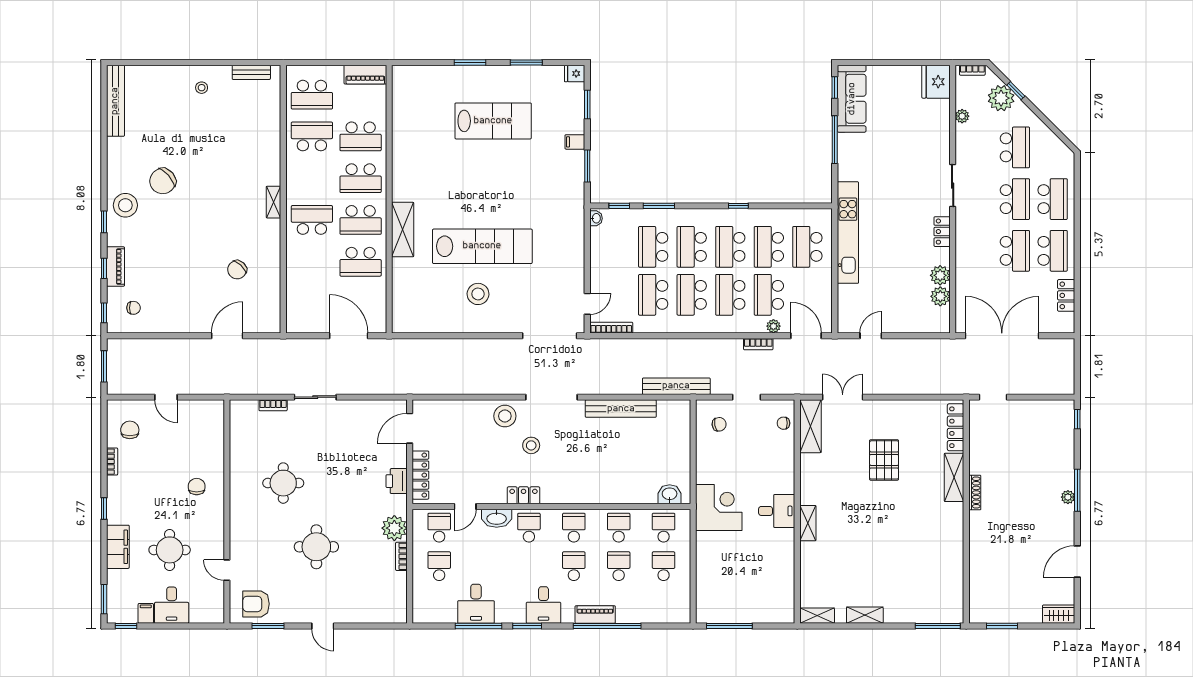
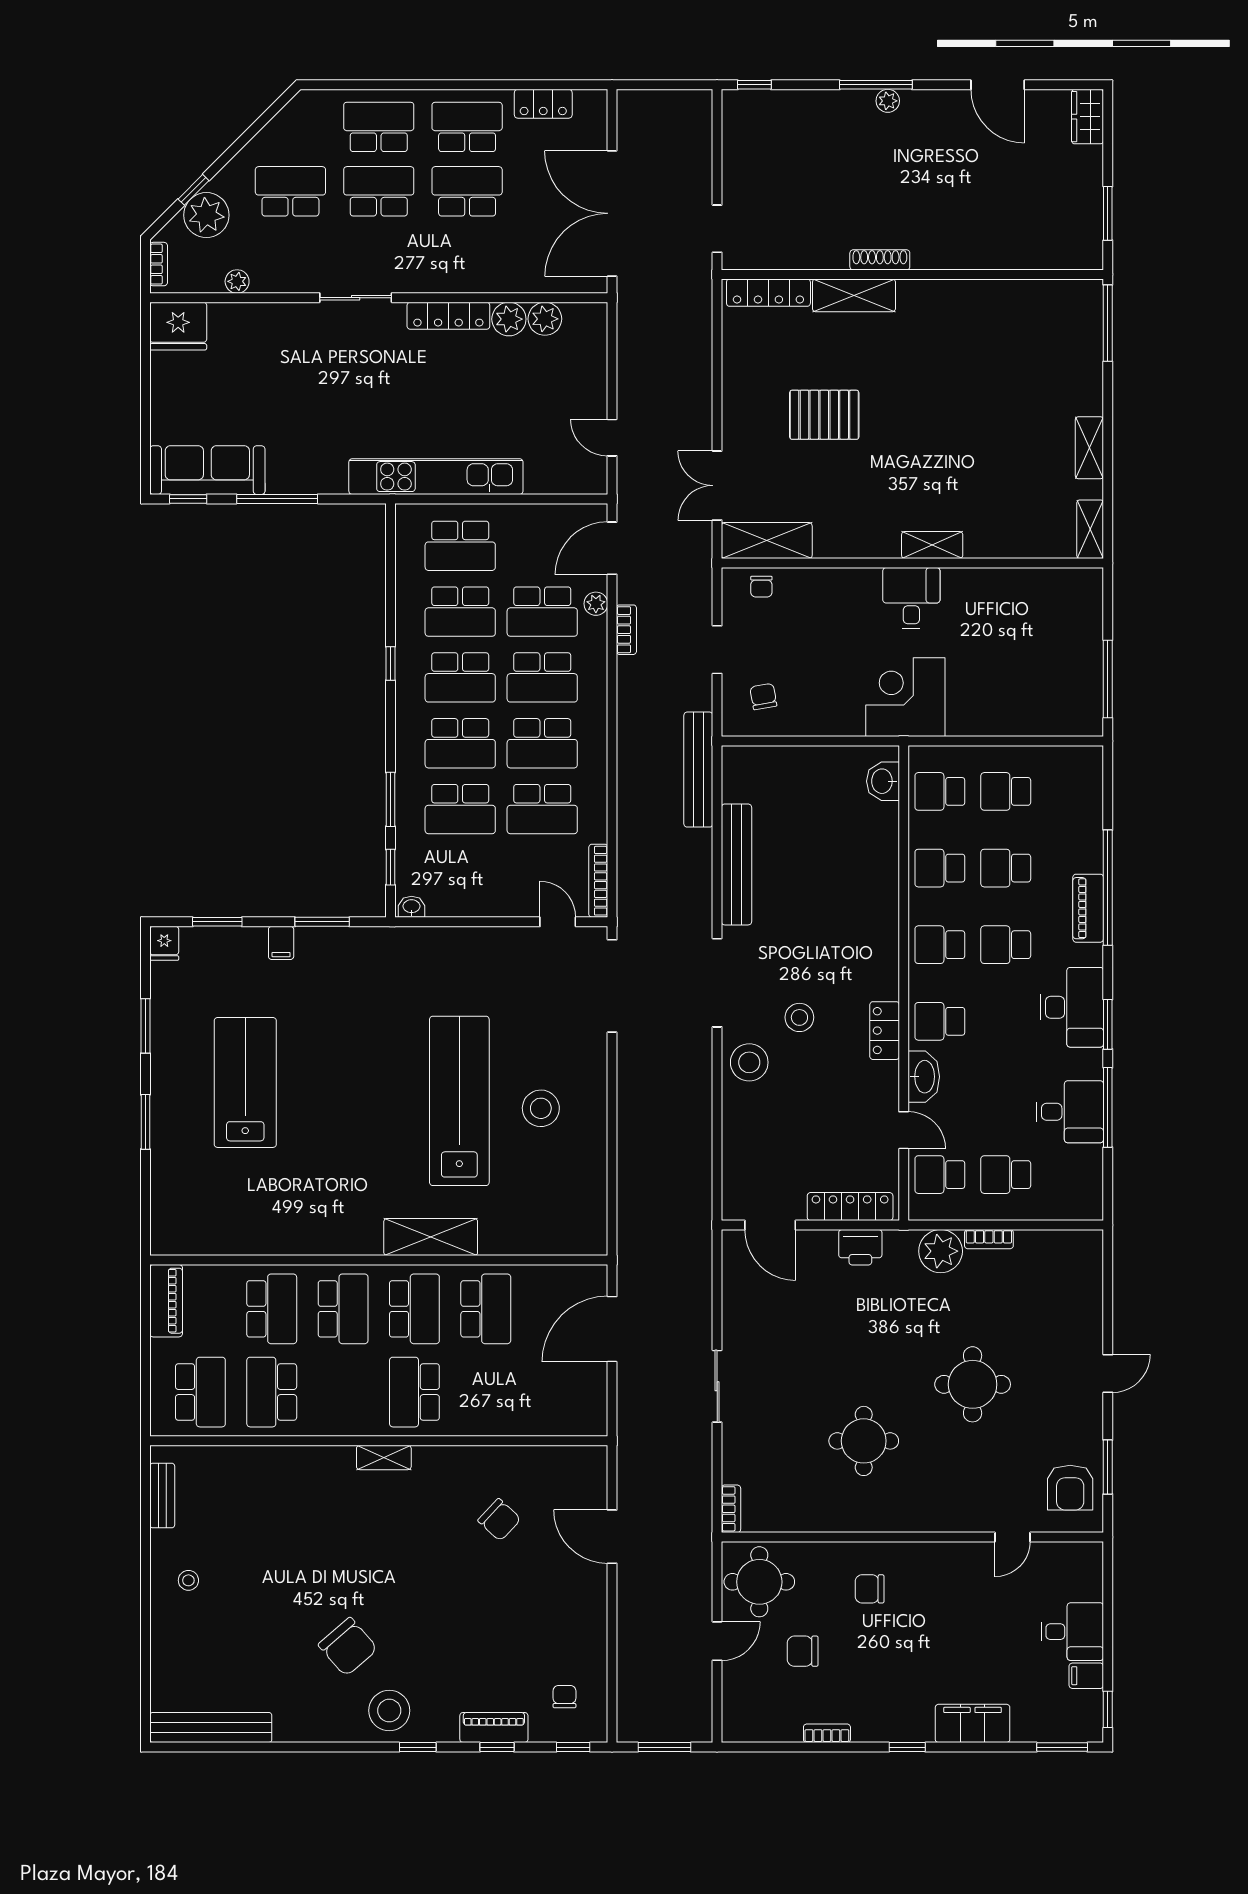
locker: (942, 232) -> (448, 316), width x1.53
bookcase: (273, 405) -> (731, 1509), moved
chair: (130, 430) -> (803, 1651), moved
round table: (170, 550) -> (759, 1582), moved
desk: (544, 605) -> (1072, 1007), width x1.37

